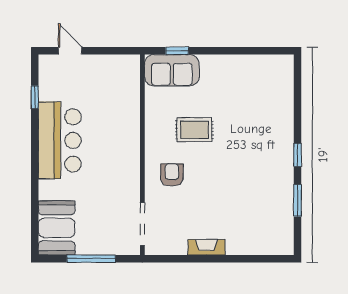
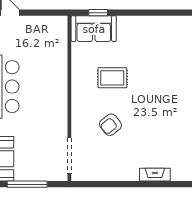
armchair: (172, 175) -> (110, 125), moved, turned -128
fireplace: (207, 247) -> (155, 175), moved

